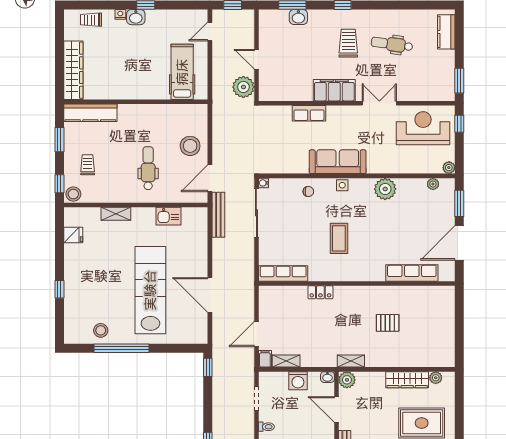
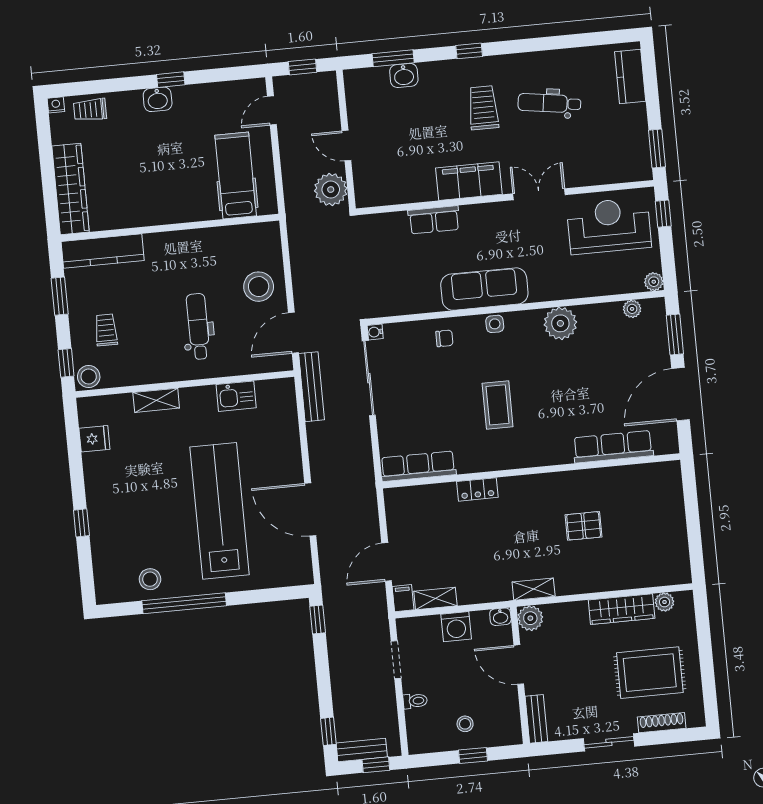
nightstand: (120, 14) -> (56, 105), moved

